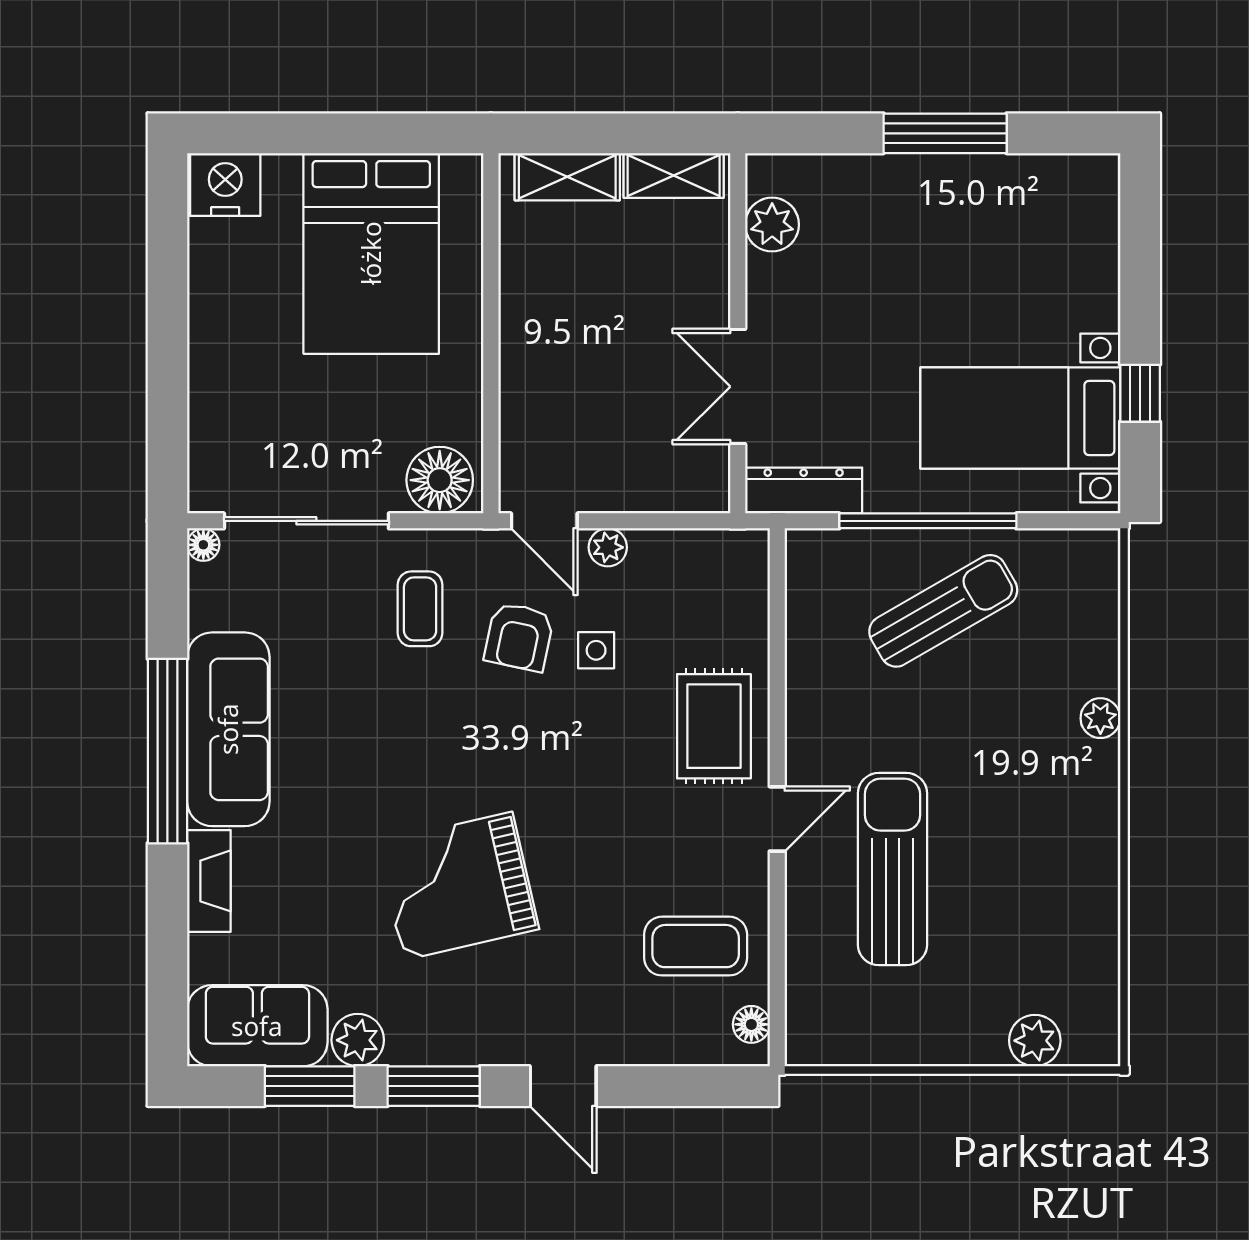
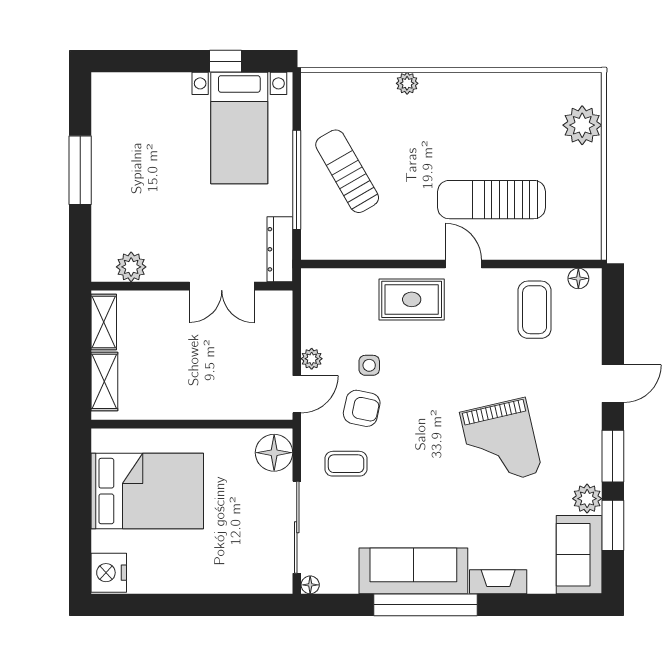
plant: (1035, 1041) -> (582, 125), width x1.36, depth x1.36

